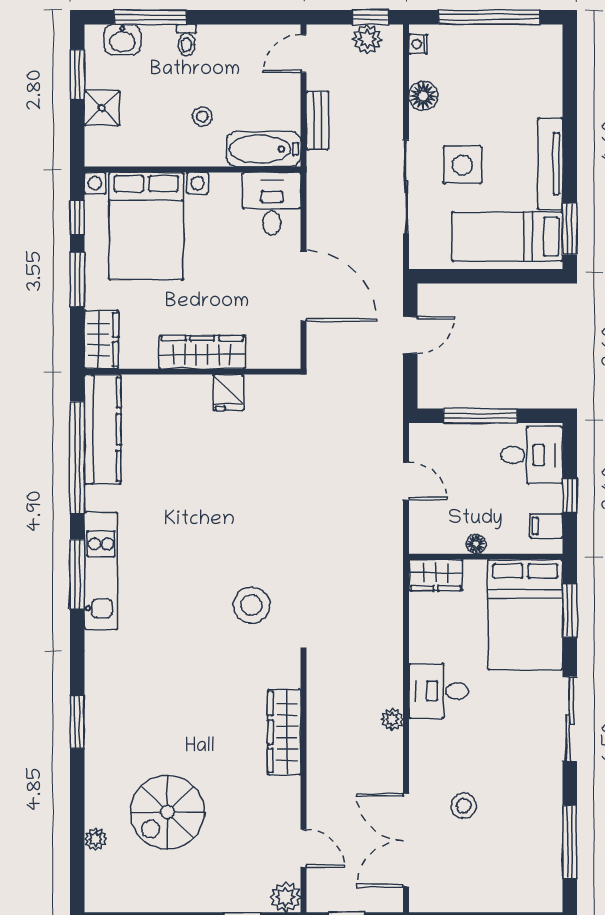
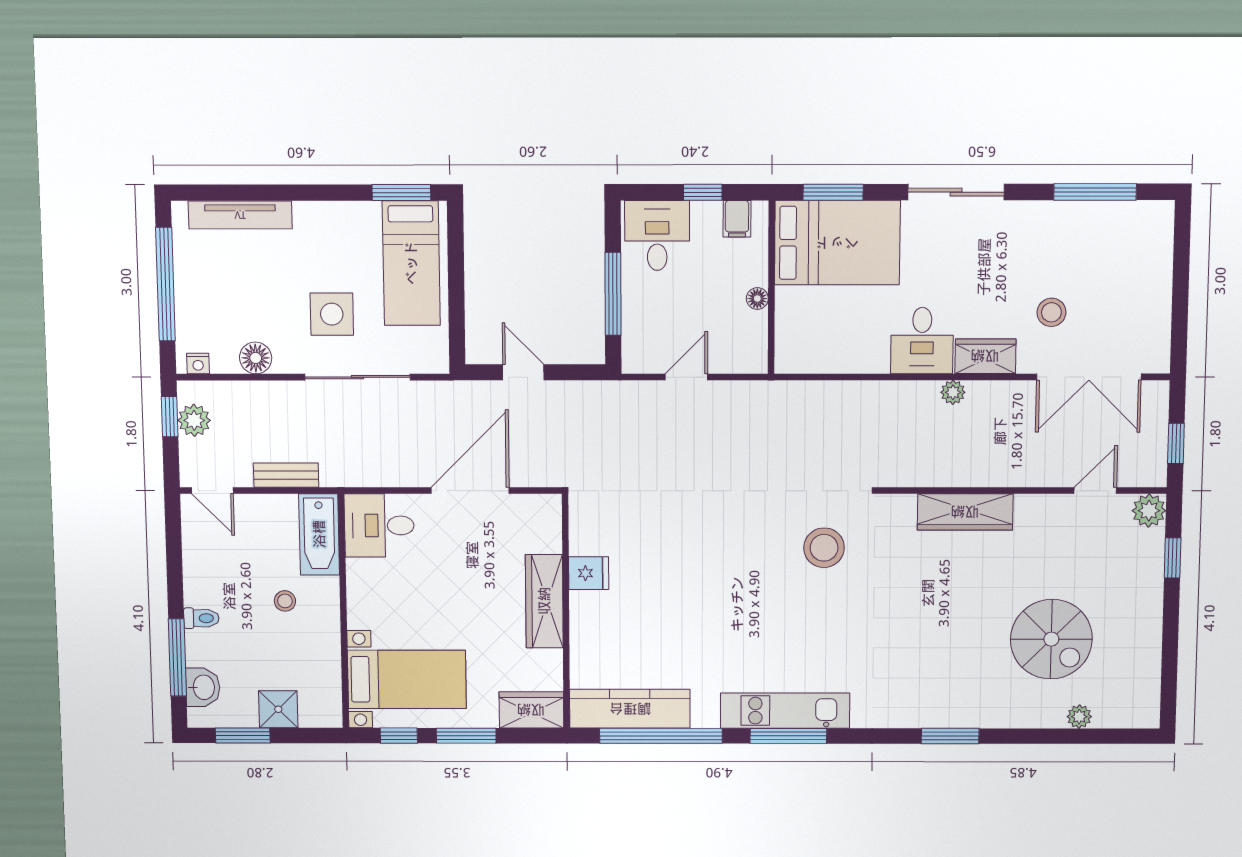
tv unit: (550, 164) -> (240, 215), moved
bed with nightstands: (146, 226) -> (407, 679), width x0.73
wardrobe: (436, 575) -> (985, 356), moved, turned -90

